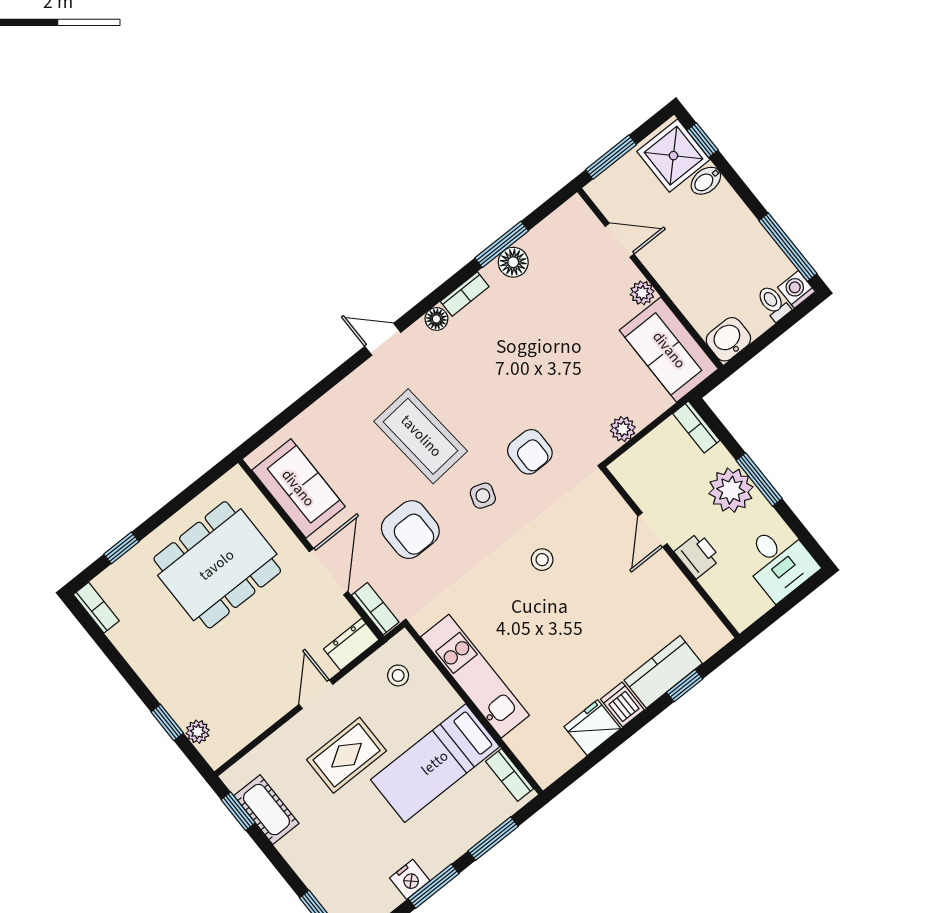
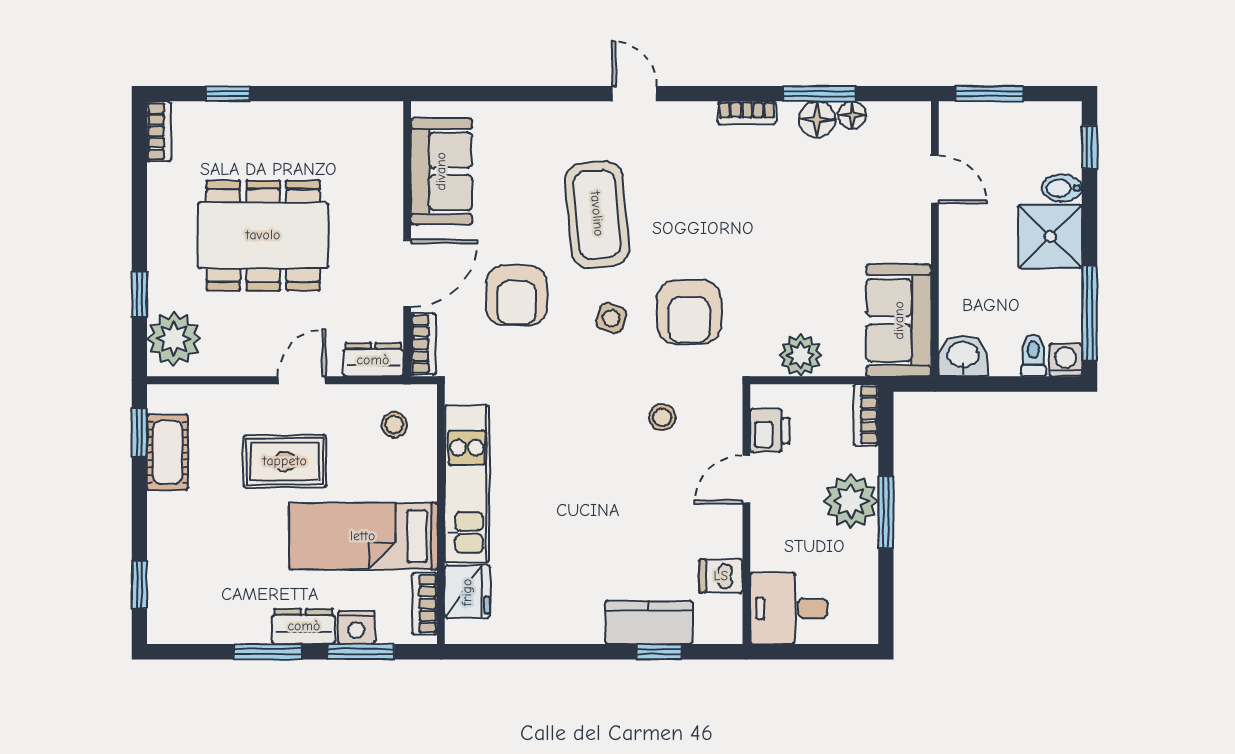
shower: (673, 156) -> (1050, 237), moved
plant: (642, 293) -> (916, 246), removed
floor lamp: (436, 319) -> (852, 115), moved
plant: (623, 429) -> (800, 355), width x1.38, depth x1.38
armchair: (530, 452) -> (689, 312), width x1.38, depth x1.38
printer: (698, 555) -> (770, 430), moved
stool: (542, 560) -> (662, 417), moved
desk: (779, 562) -> (789, 608), moved, turned 90
dining table: (217, 565) -> (263, 235), moved
dishwasher: (622, 705) -> (721, 576), moved, turned -90
fridge: (592, 728) -> (467, 592), moved, turned 90
plant: (198, 732) -> (174, 339), width x1.87, depth x1.87
dresser: (443, 852) -> (304, 626), added
nightstand: (410, 879) -> (356, 627), moved

